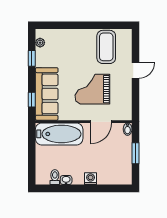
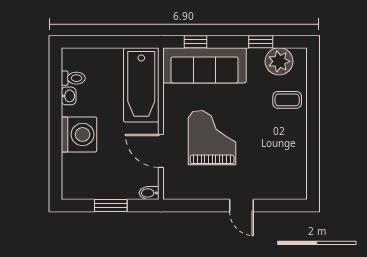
plant: (40, 43) -> (279, 61), width x1.88, depth x1.88
coffee table: (106, 47) -> (287, 100), moved, width x0.54, depth x0.58
washing machine: (91, 179) -> (79, 134), width x1.89, depth x1.89

